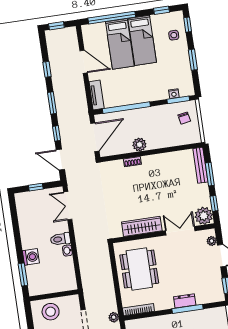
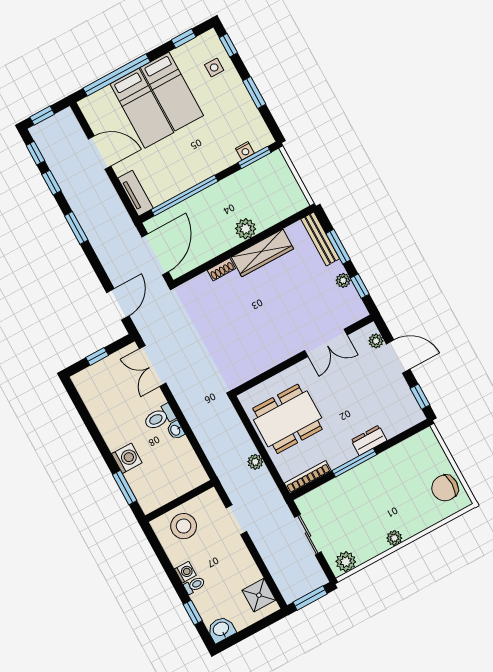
chair: (184, 118) -> (273, 180), removed
window: (56, 133) -> (35, 153), moved
plant: (139, 145) -> (246, 229), moved
door: (60, 160) -> (118, 304), swing flipped
plant: (204, 216) -> (343, 280), moved, width x0.53, depth x0.53
wardrobe: (142, 226) -> (262, 253), moved, turned 180
double door: (180, 231) -> (326, 343), swing flipped
dining table: (139, 269) -> (288, 419), turned 90
window: (187, 309) -> (354, 463), moved
plant: (114, 317) -> (255, 462), moved

